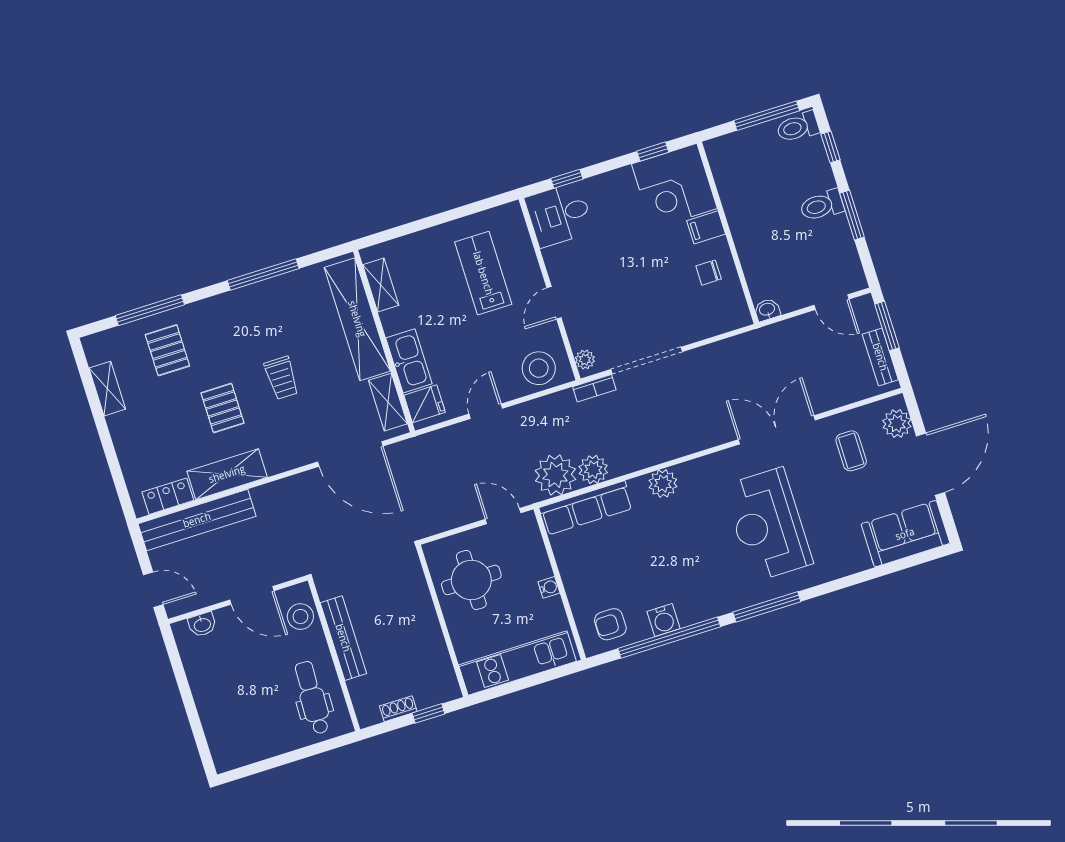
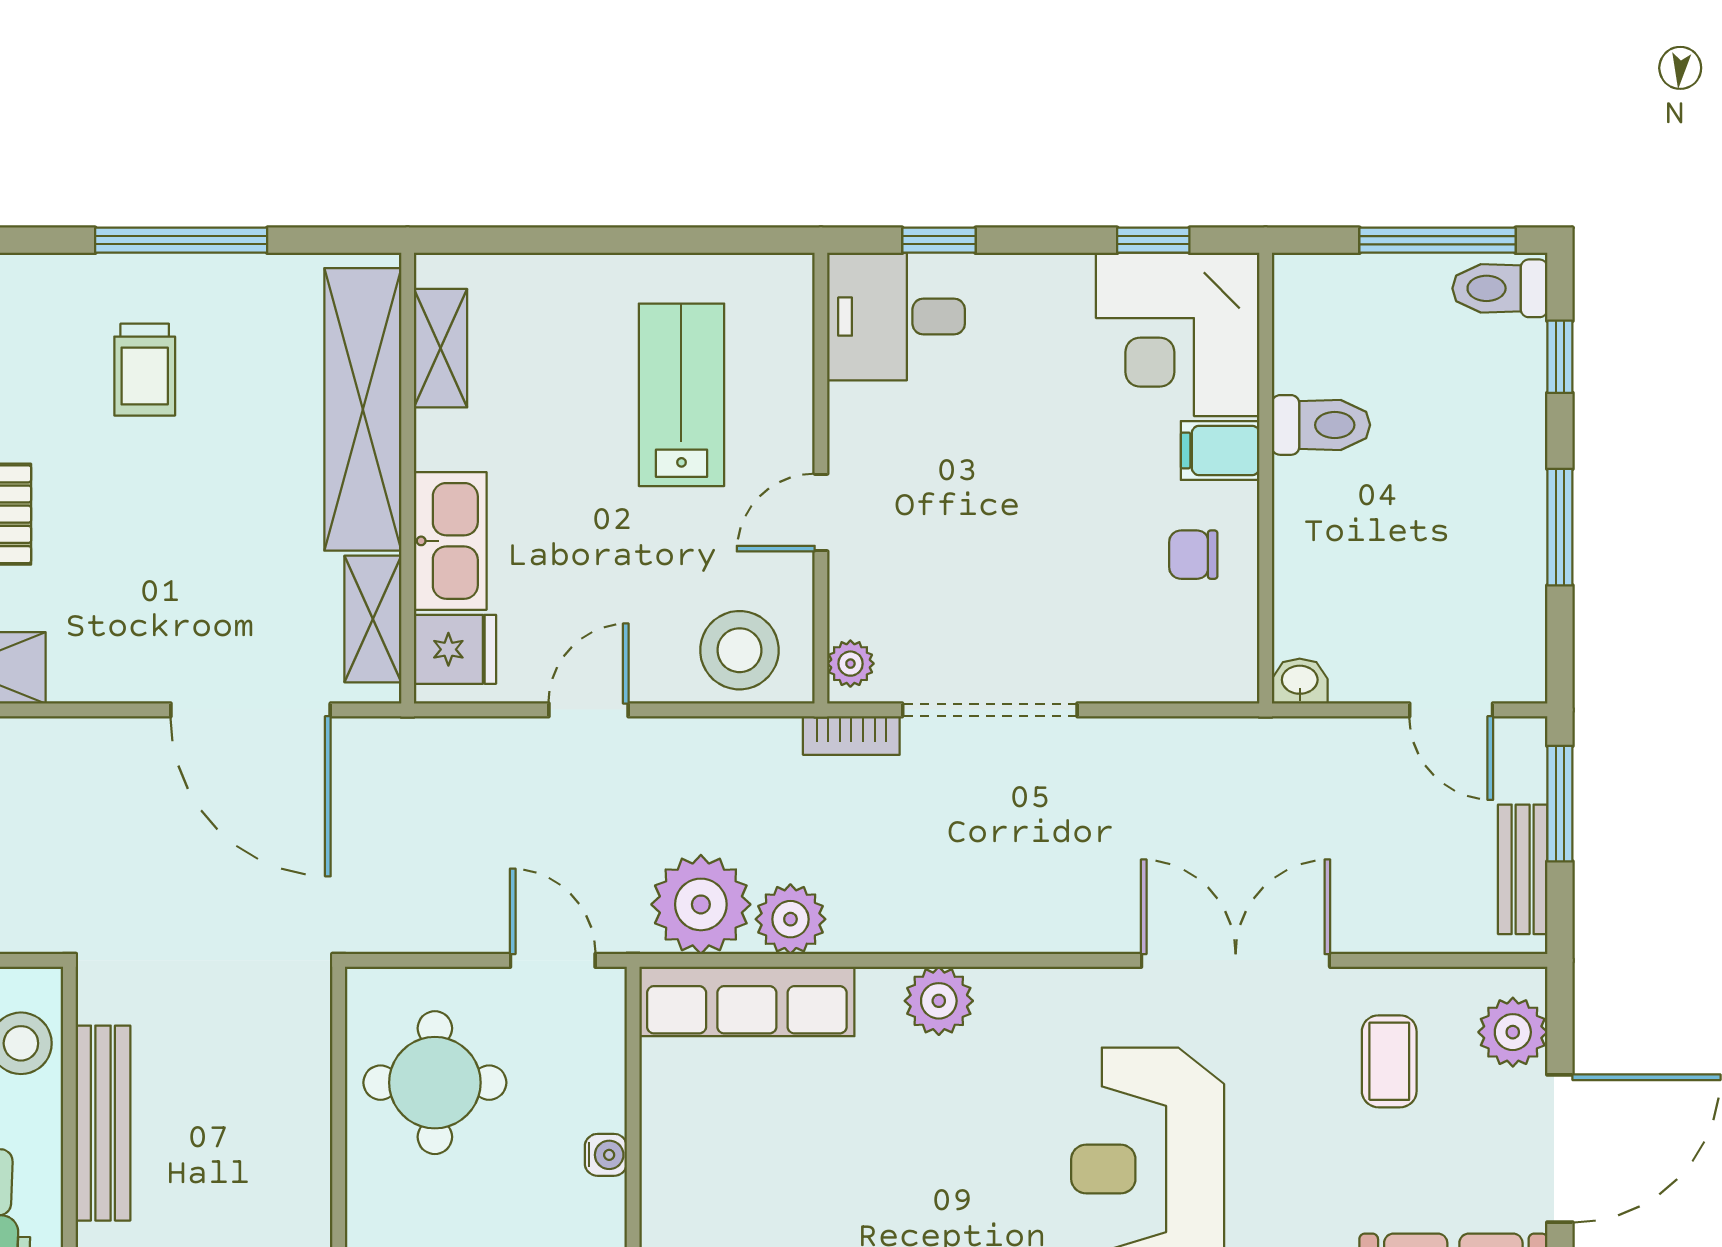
toilet: (822, 205) -> (1321, 425), moved, turned 180
trolley: (282, 378) -> (145, 370), moved

